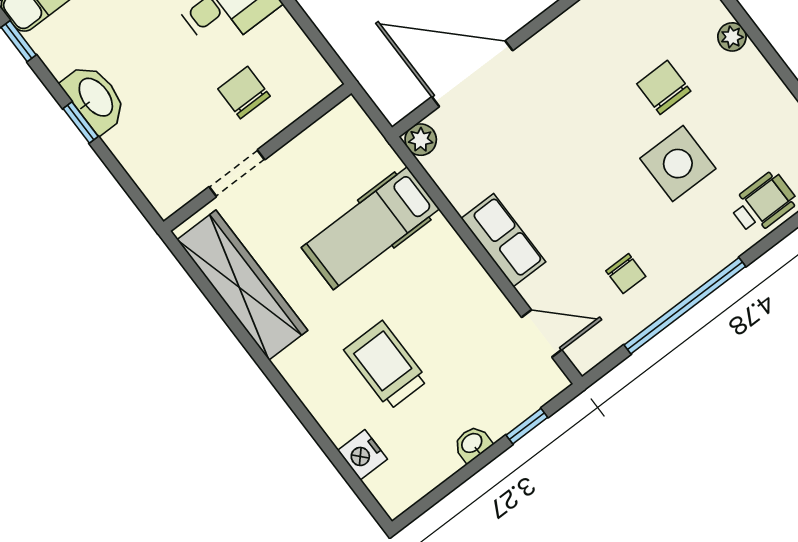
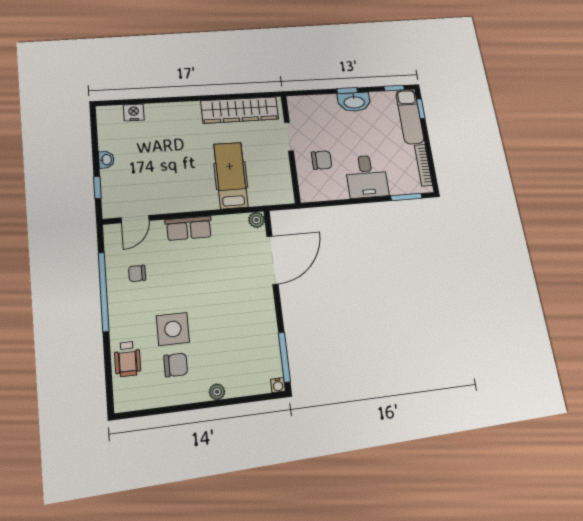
chair: (664, 87) -> (176, 365), moved
trolley: (386, 365) -> (166, 145), removed

